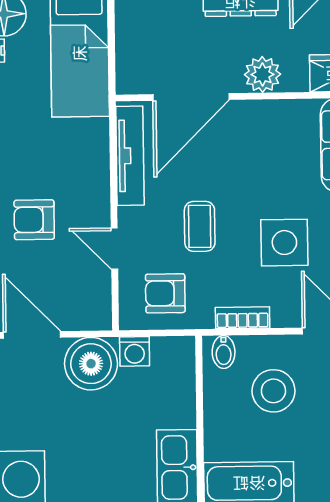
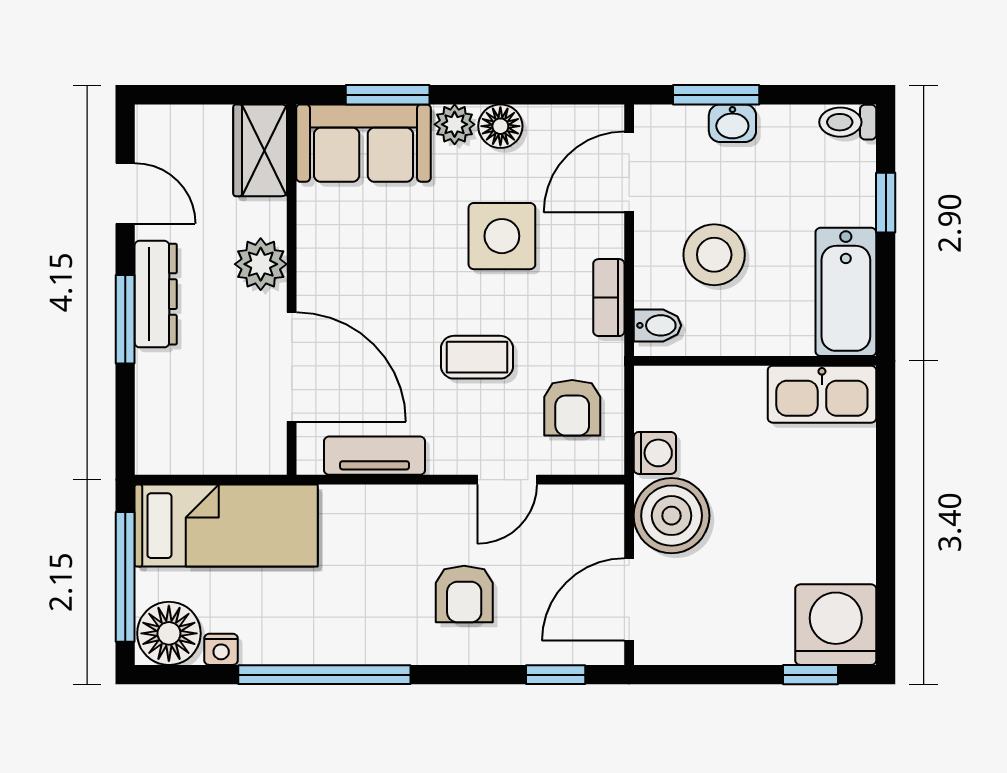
tv unit: (130, 156) -> (375, 456), width x0.71

